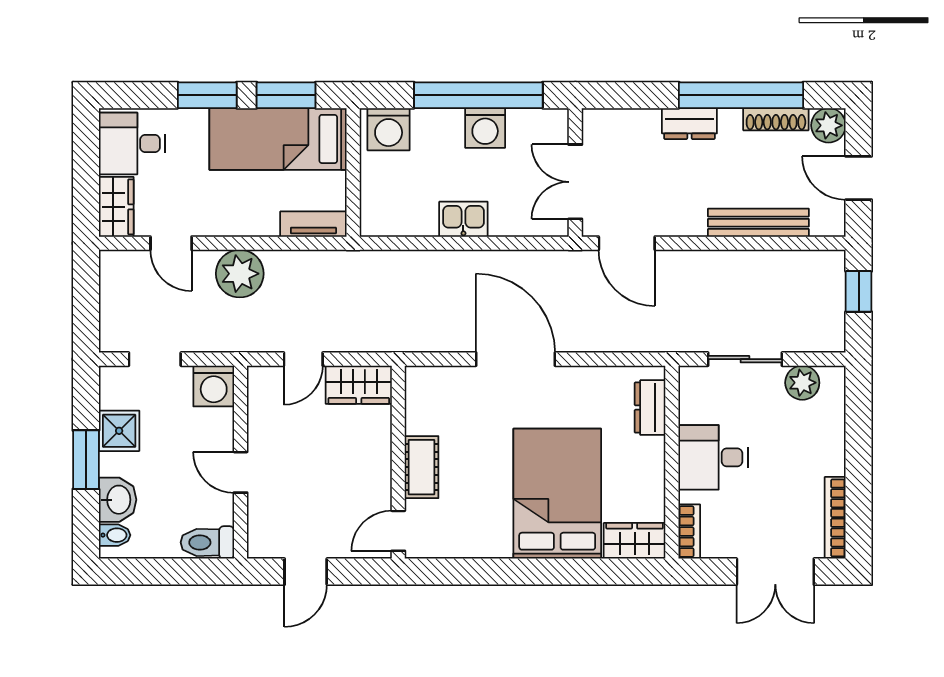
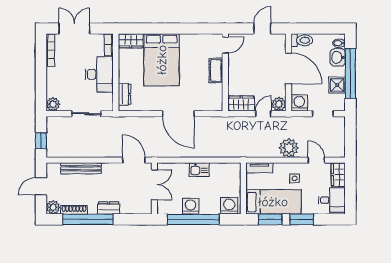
door: (859, 178) -> (41, 186), swing flipped
side table: (225, 197) -> (295, 178), added
plant: (265, 383) -> (279, 104), added
plant: (802, 383) -> (53, 104), moved
desk: (713, 457) -> (99, 74), width x1.37
window: (86, 460) -> (350, 73), width x2.11
door: (241, 472) -> (288, 68), width x1.88

